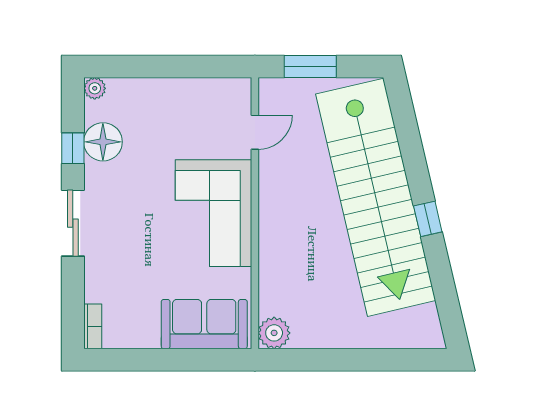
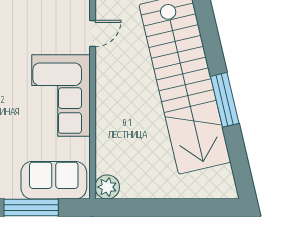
window: (428, 219) -> (225, 100), width x2.17
window: (175, 360) -> (31, 208), added

